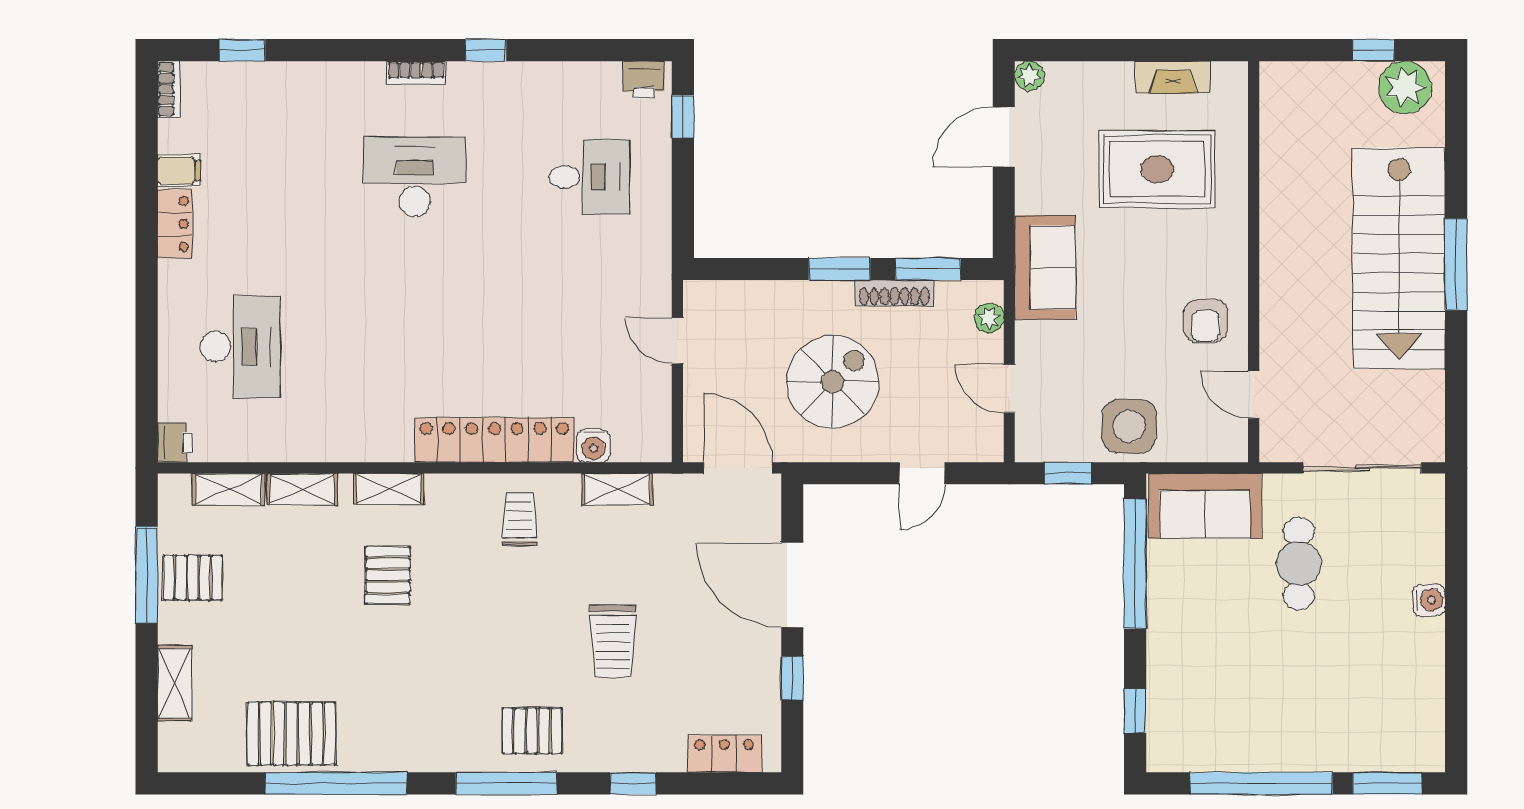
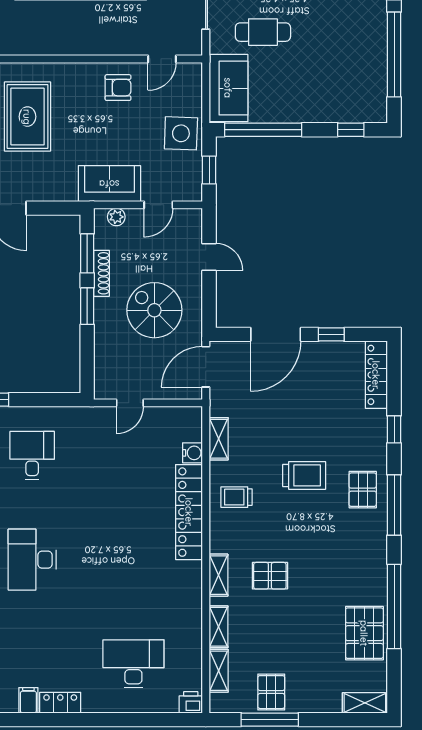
sofa: (1045, 267) -> (109, 184), moved
trolley: (613, 641) -> (304, 475), moved
shelving: (175, 683) -> (365, 703), moved
locker: (724, 754) -> (376, 375), width x1.53

